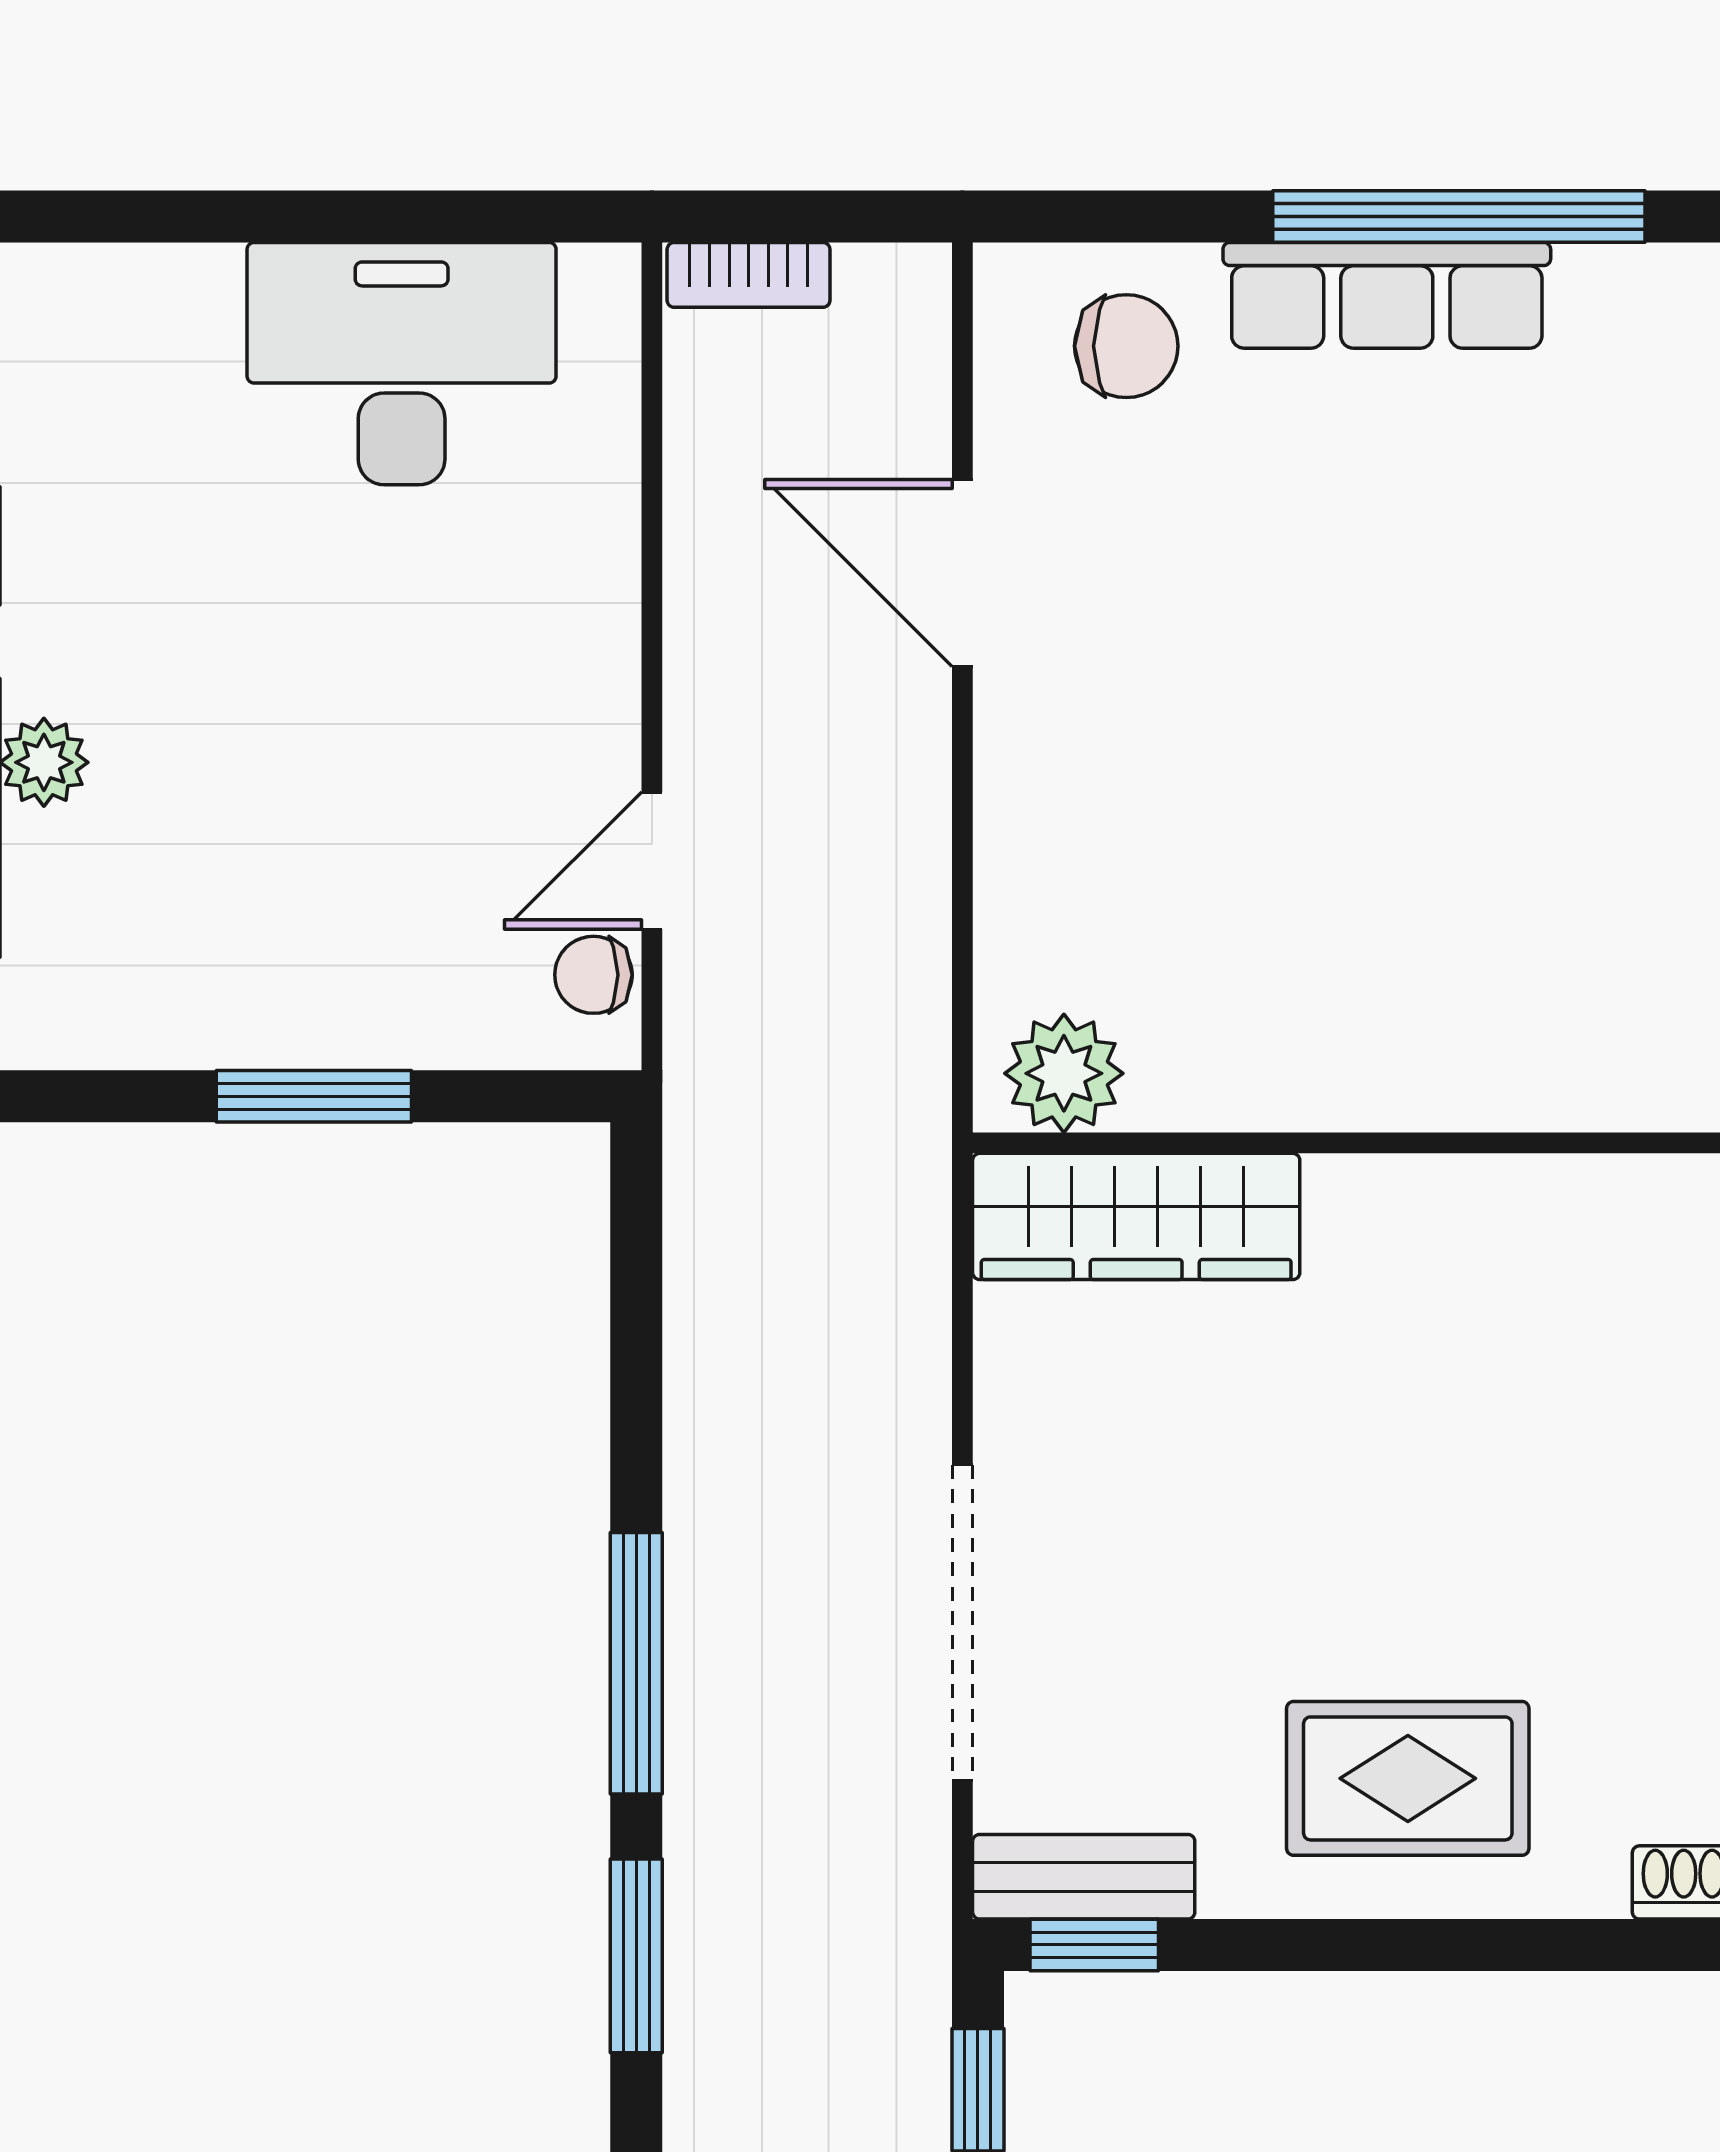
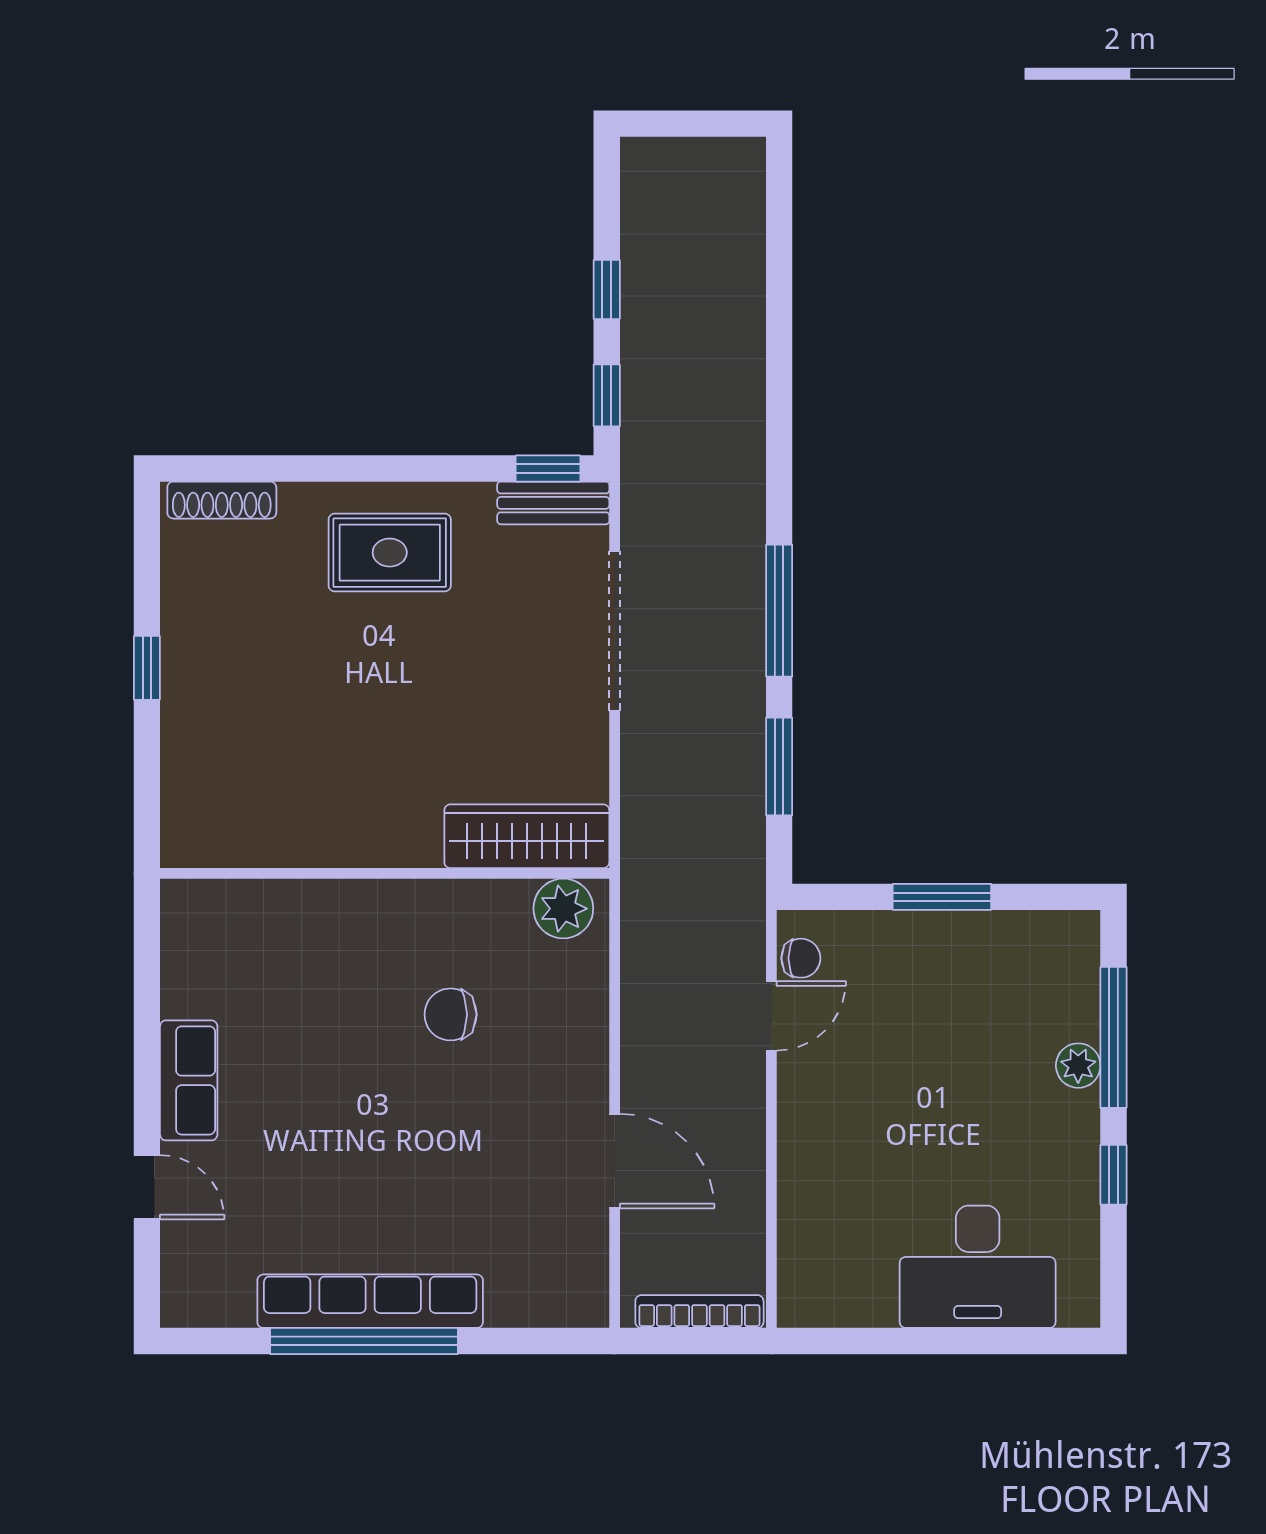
bookcase: (749, 275) -> (699, 1312), width x1.56
row of seats: (1387, 295) -> (370, 1301), width x1.36
chair: (1126, 346) -> (451, 1014), moved
desk: (402, 364) -> (978, 1267), moved
window: (636, 1956) -> (779, 766), moved

